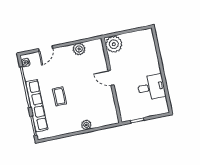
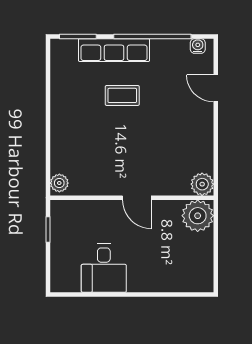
plant: (79, 49) -> (202, 184), moved
door: (111, 78) -> (137, 198), swing flipped
row of seats: (37, 106) -> (114, 50), width x0.73
plant: (86, 125) -> (59, 183), moved

